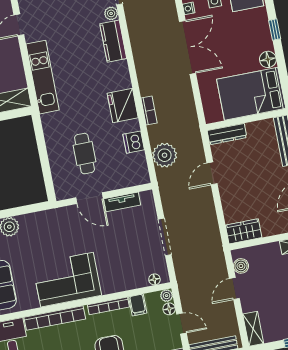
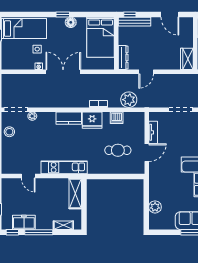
kitchen counter: (113, 41) -> (69, 118), moved
floor lamp: (268, 59) -> (71, 22), moved
door: (212, 173) -> (146, 72), hinge flipped

